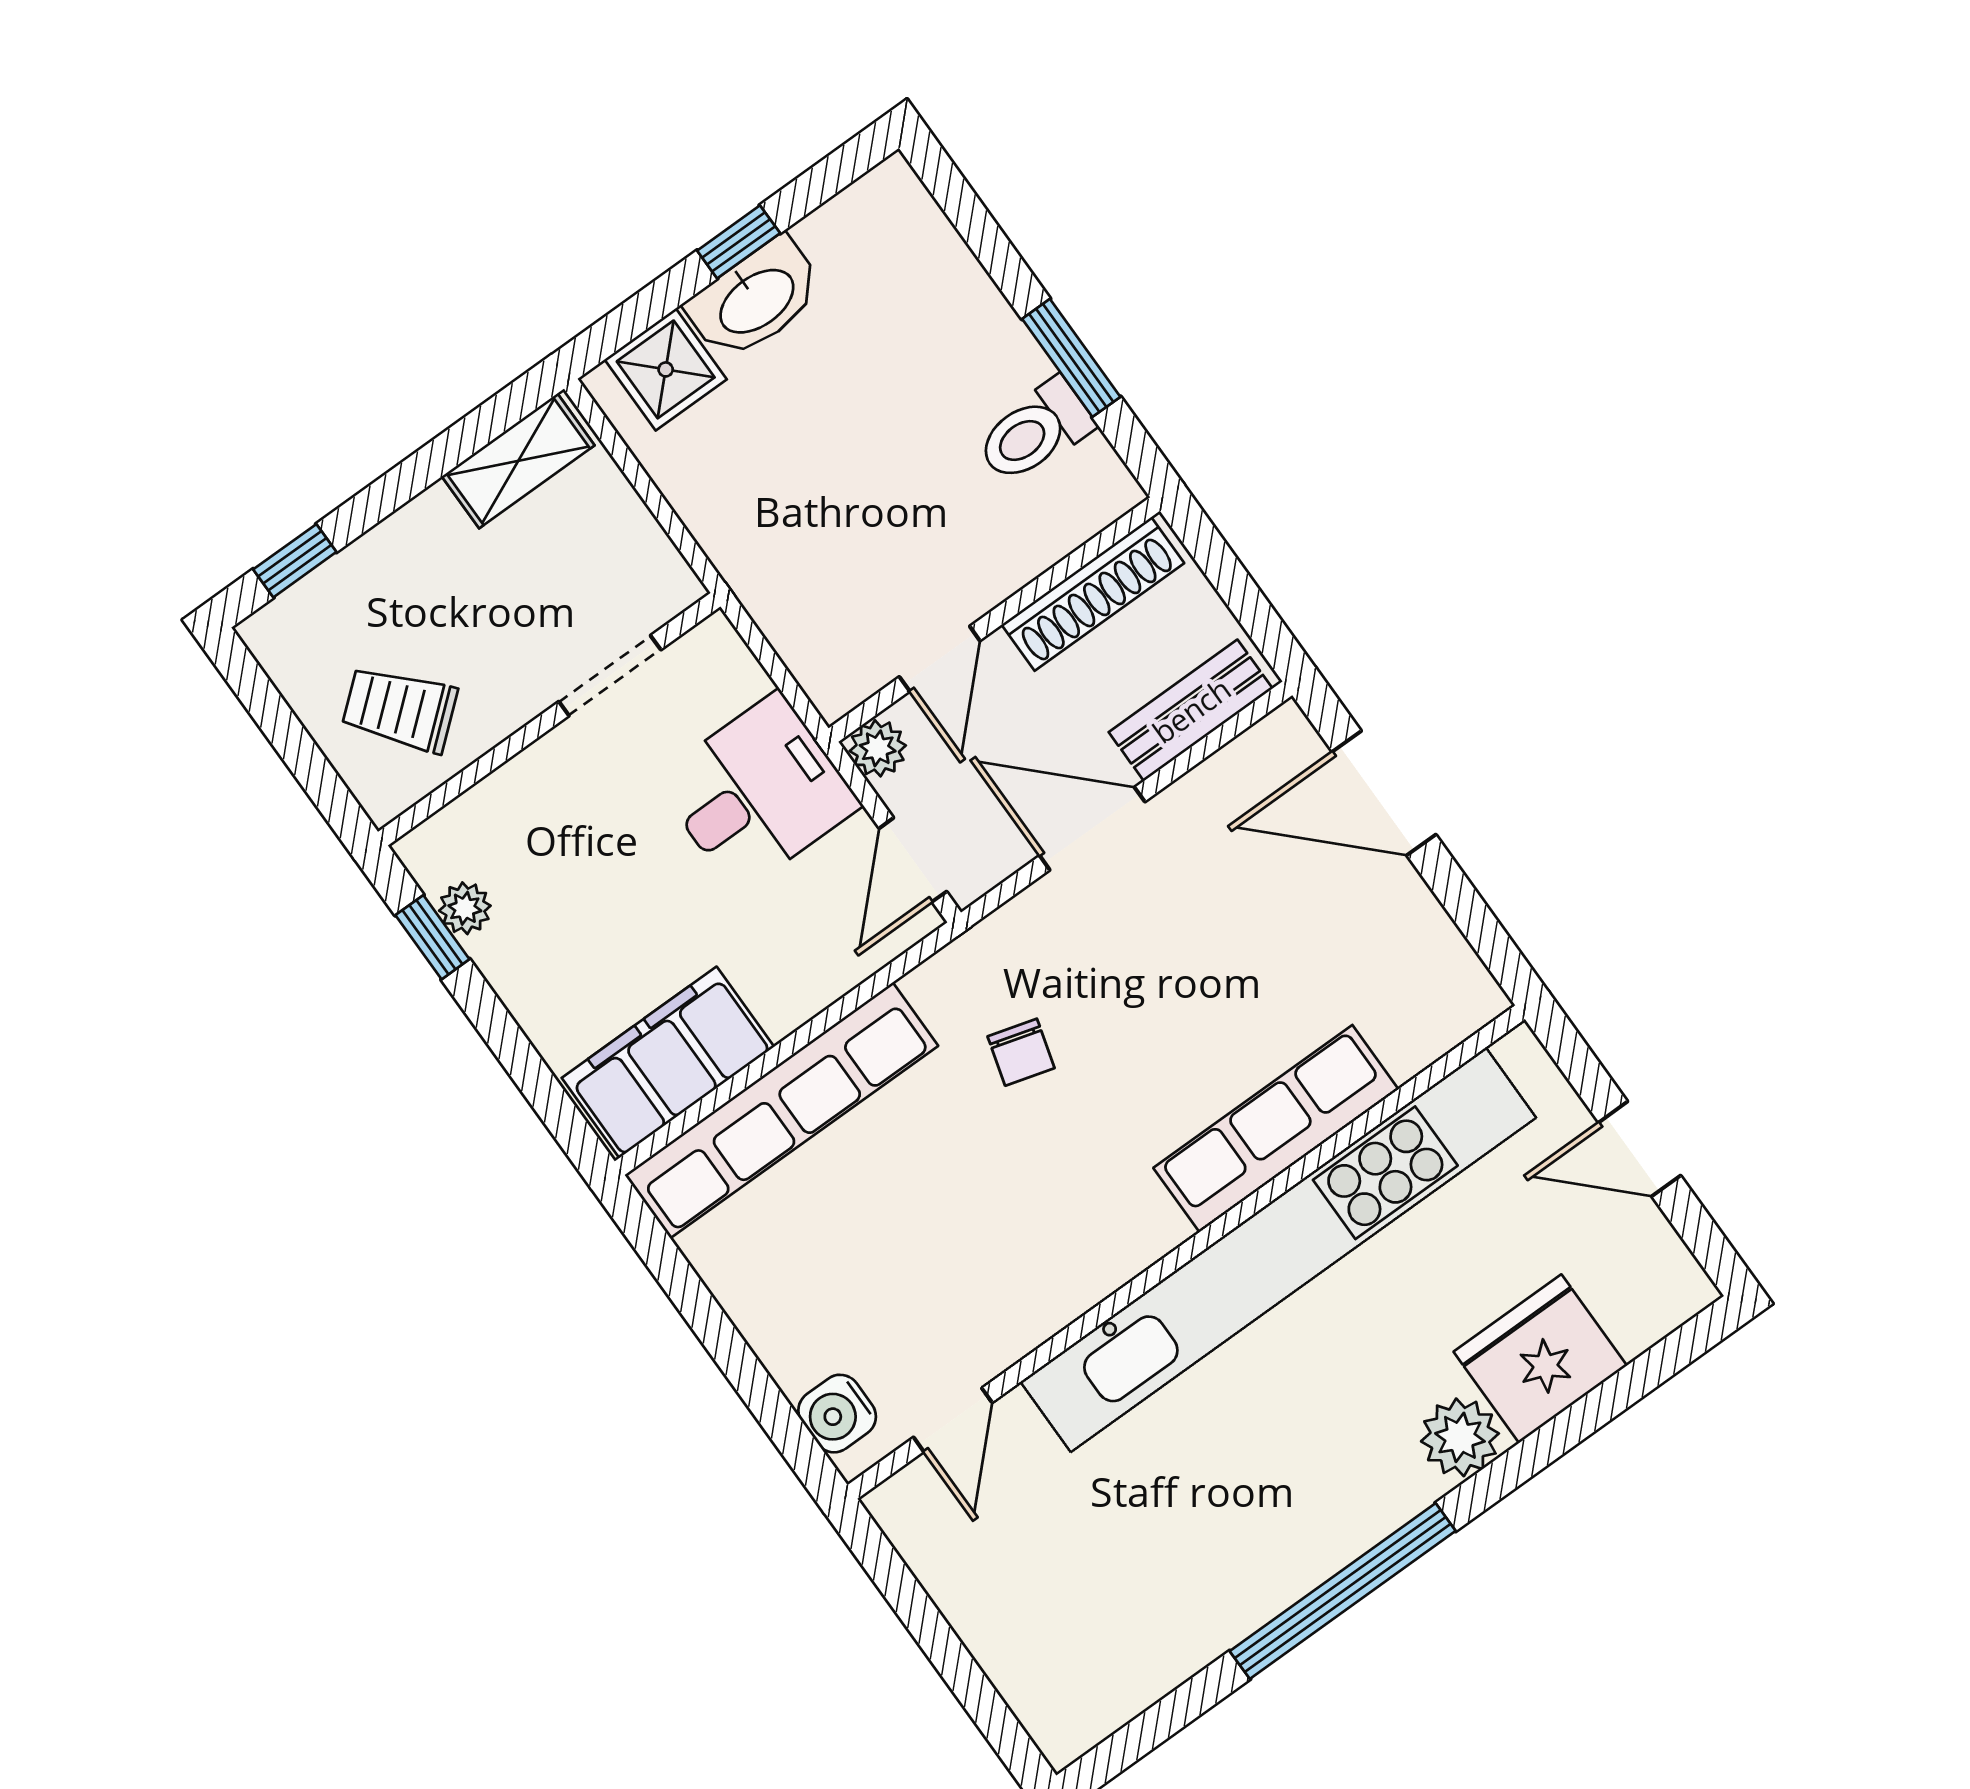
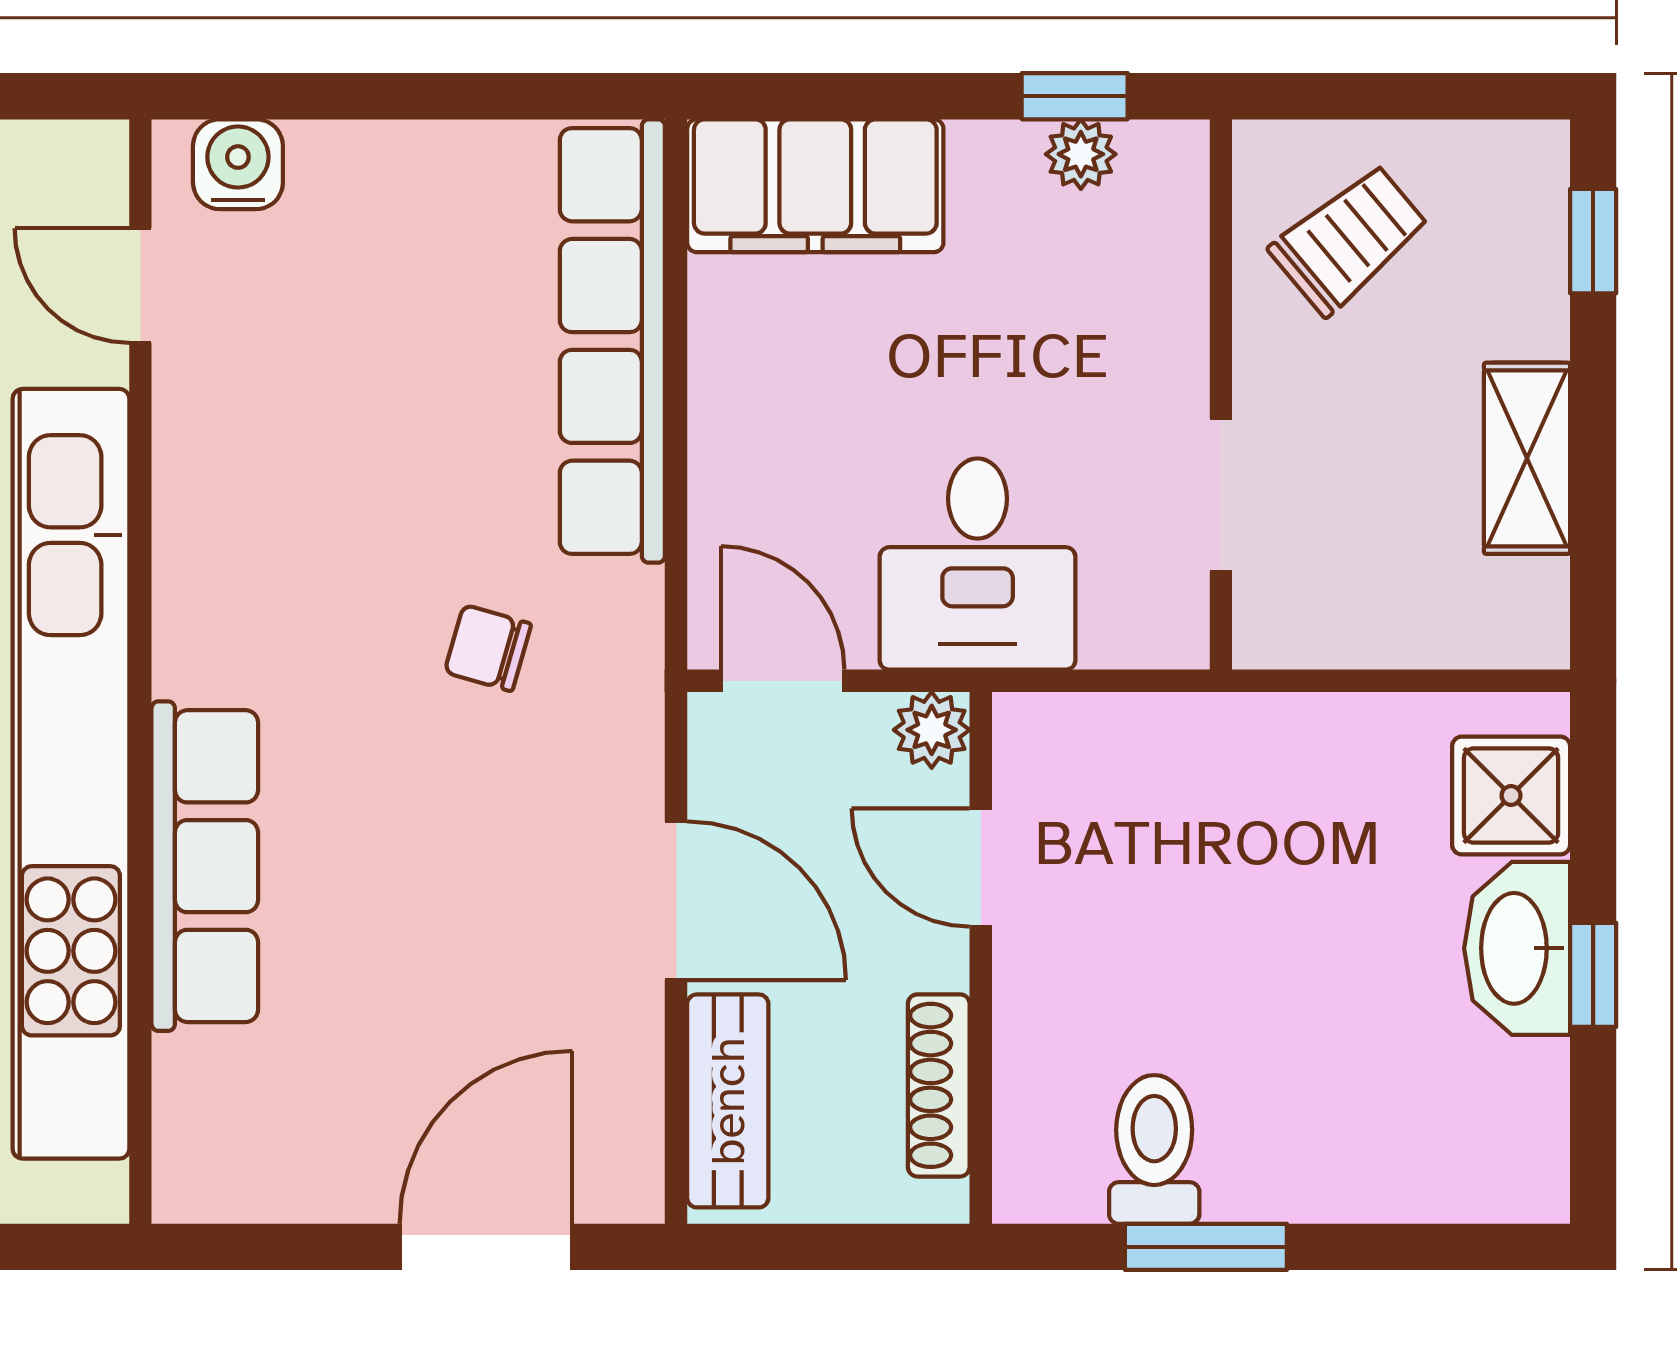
shelving: (518, 461) -> (1527, 458), moved
shoe rack: (1093, 594) -> (939, 1085), width x0.74, depth x0.81
door: (1092, 829) -> (676, 901), hinge flipped
filing cabinet: (668, 1062) -> (815, 186), moved, turned 90

